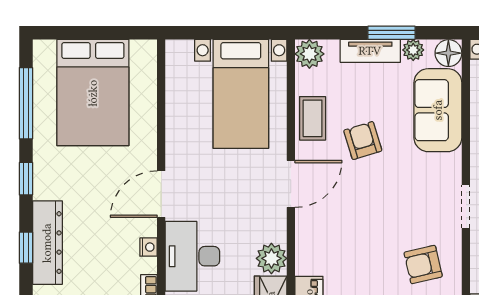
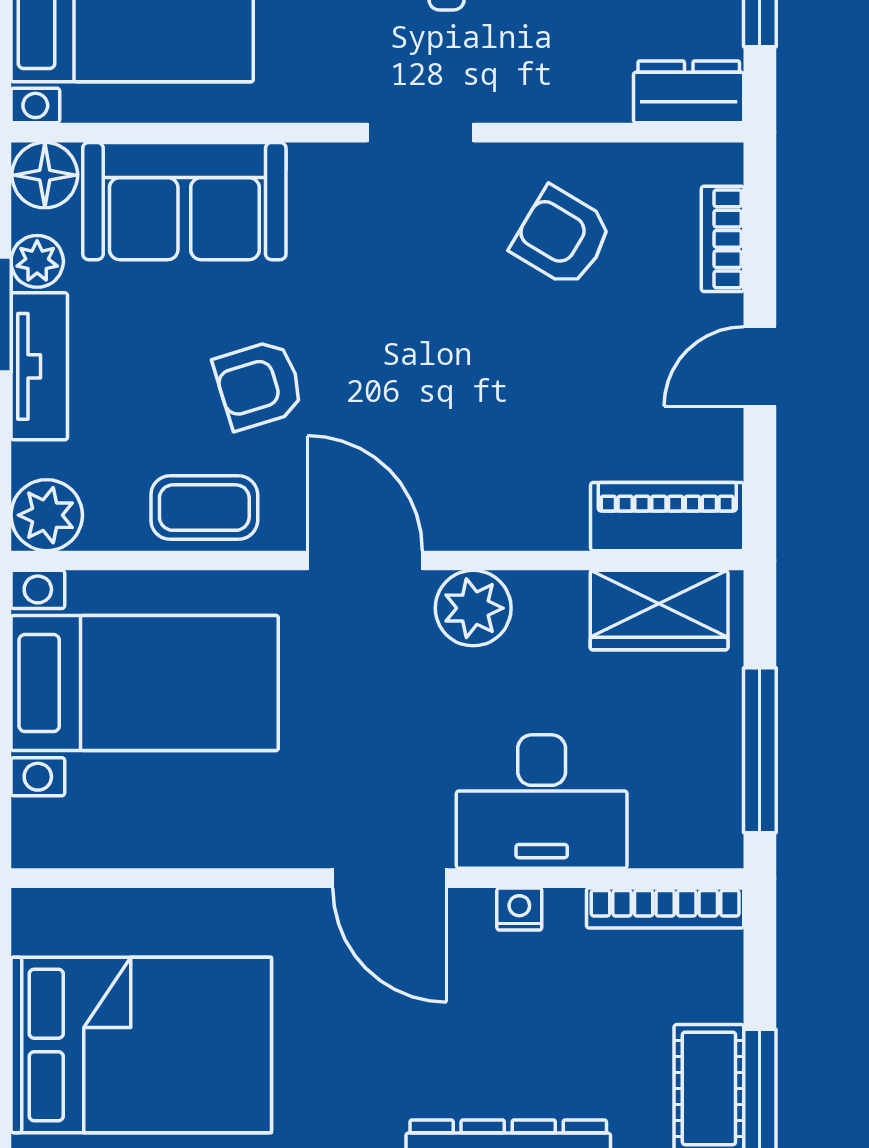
plant: (271, 258) -> (473, 608), moved
armchair: (423, 265) -> (562, 237), turned 134

